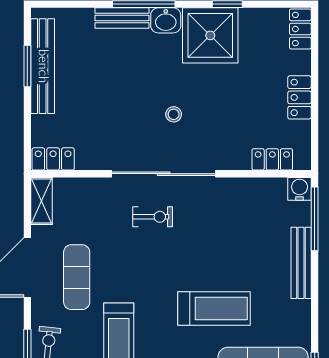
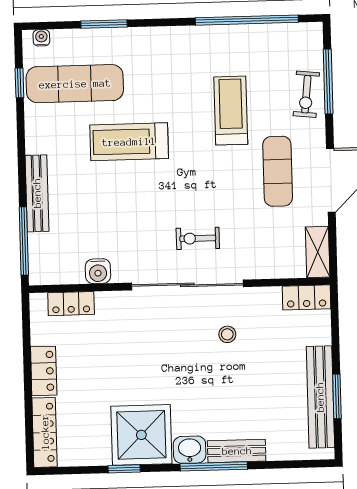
locker: (300, 29) -> (45, 432), width x1.53
stool: (174, 114) -> (227, 334), moved
water cooler: (300, 189) -> (98, 271), moved

